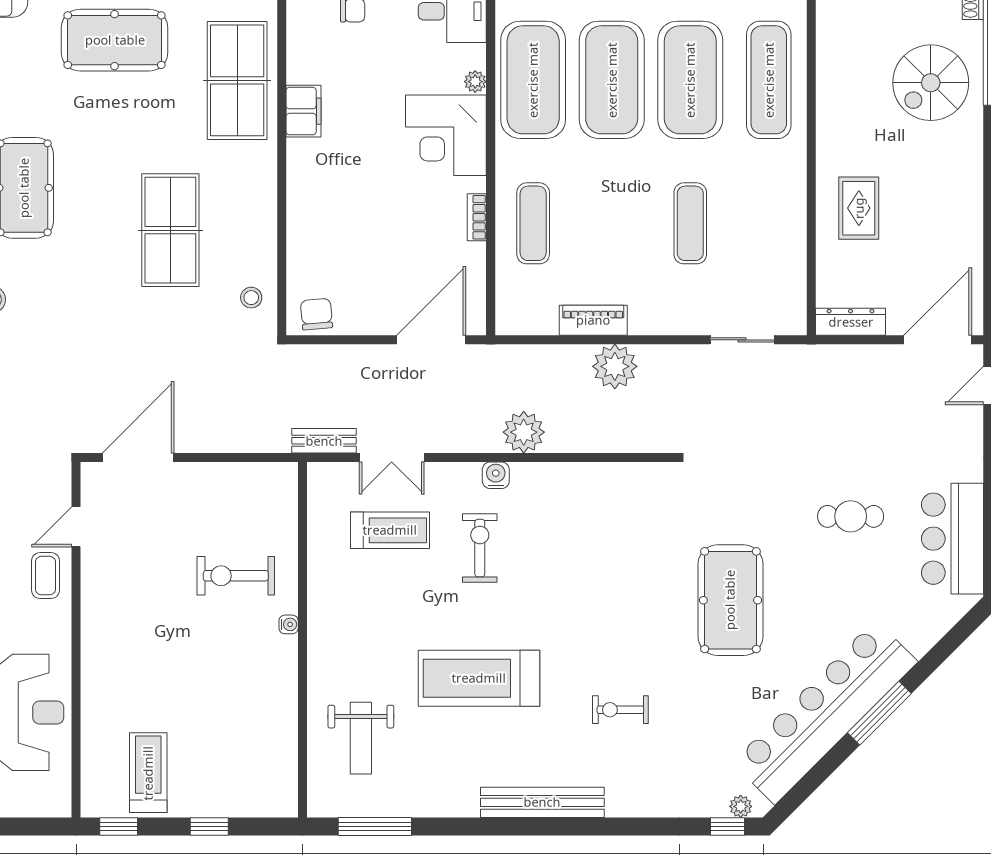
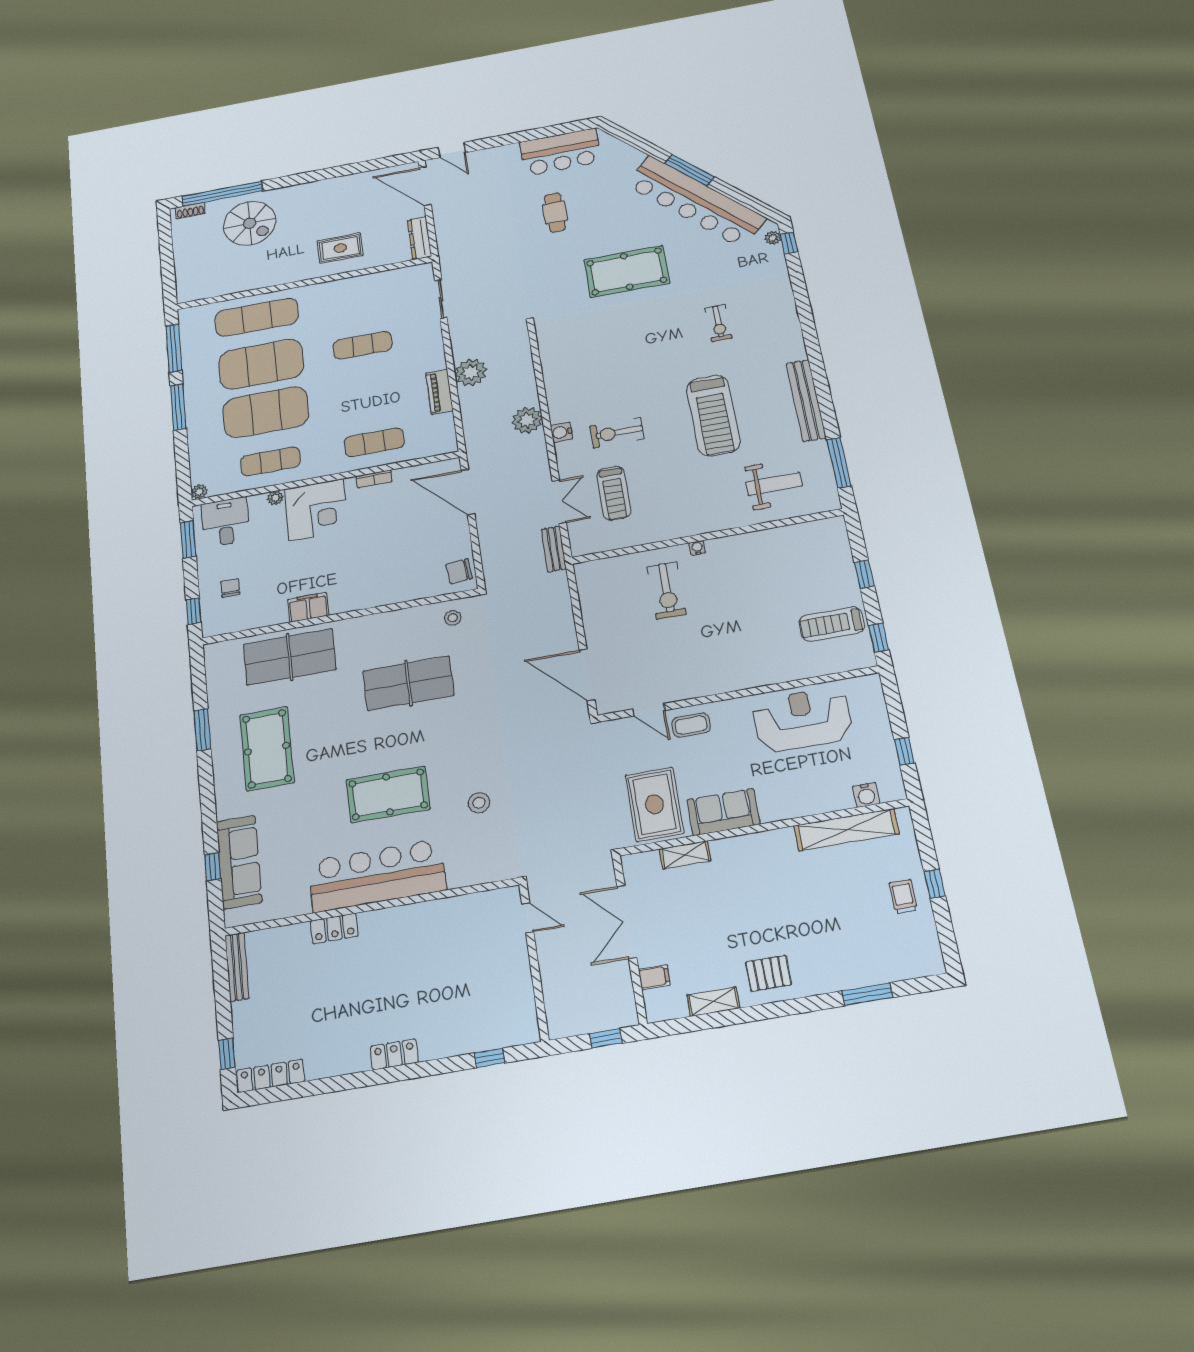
exercise mat: (533, 80) -> (270, 461), width x0.50, depth x0.69
treadmill: (390, 530) -> (614, 493), turned 180
bench: (542, 802) -> (806, 400), moved

